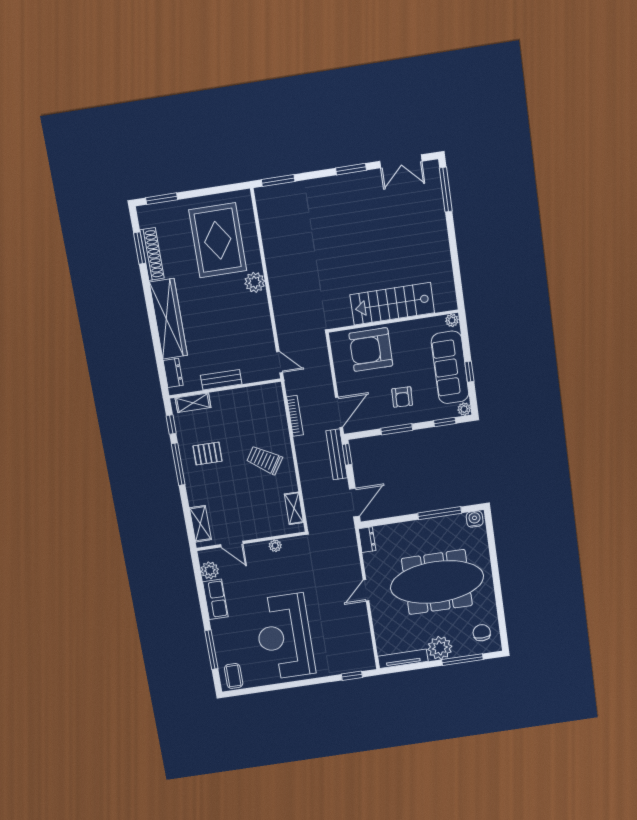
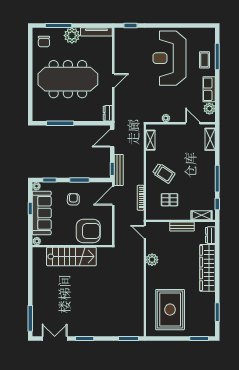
shoe rack: (152, 254) -> (210, 308), removed
plant: (255, 282) -> (152, 260), moved
pallet: (208, 454) -> (169, 200), moved
water cooler: (475, 519) -> (39, 116), removed
reception desk: (284, 637) -> (169, 58), turned 180
coffee table: (234, 676) -> (204, 60), moved

